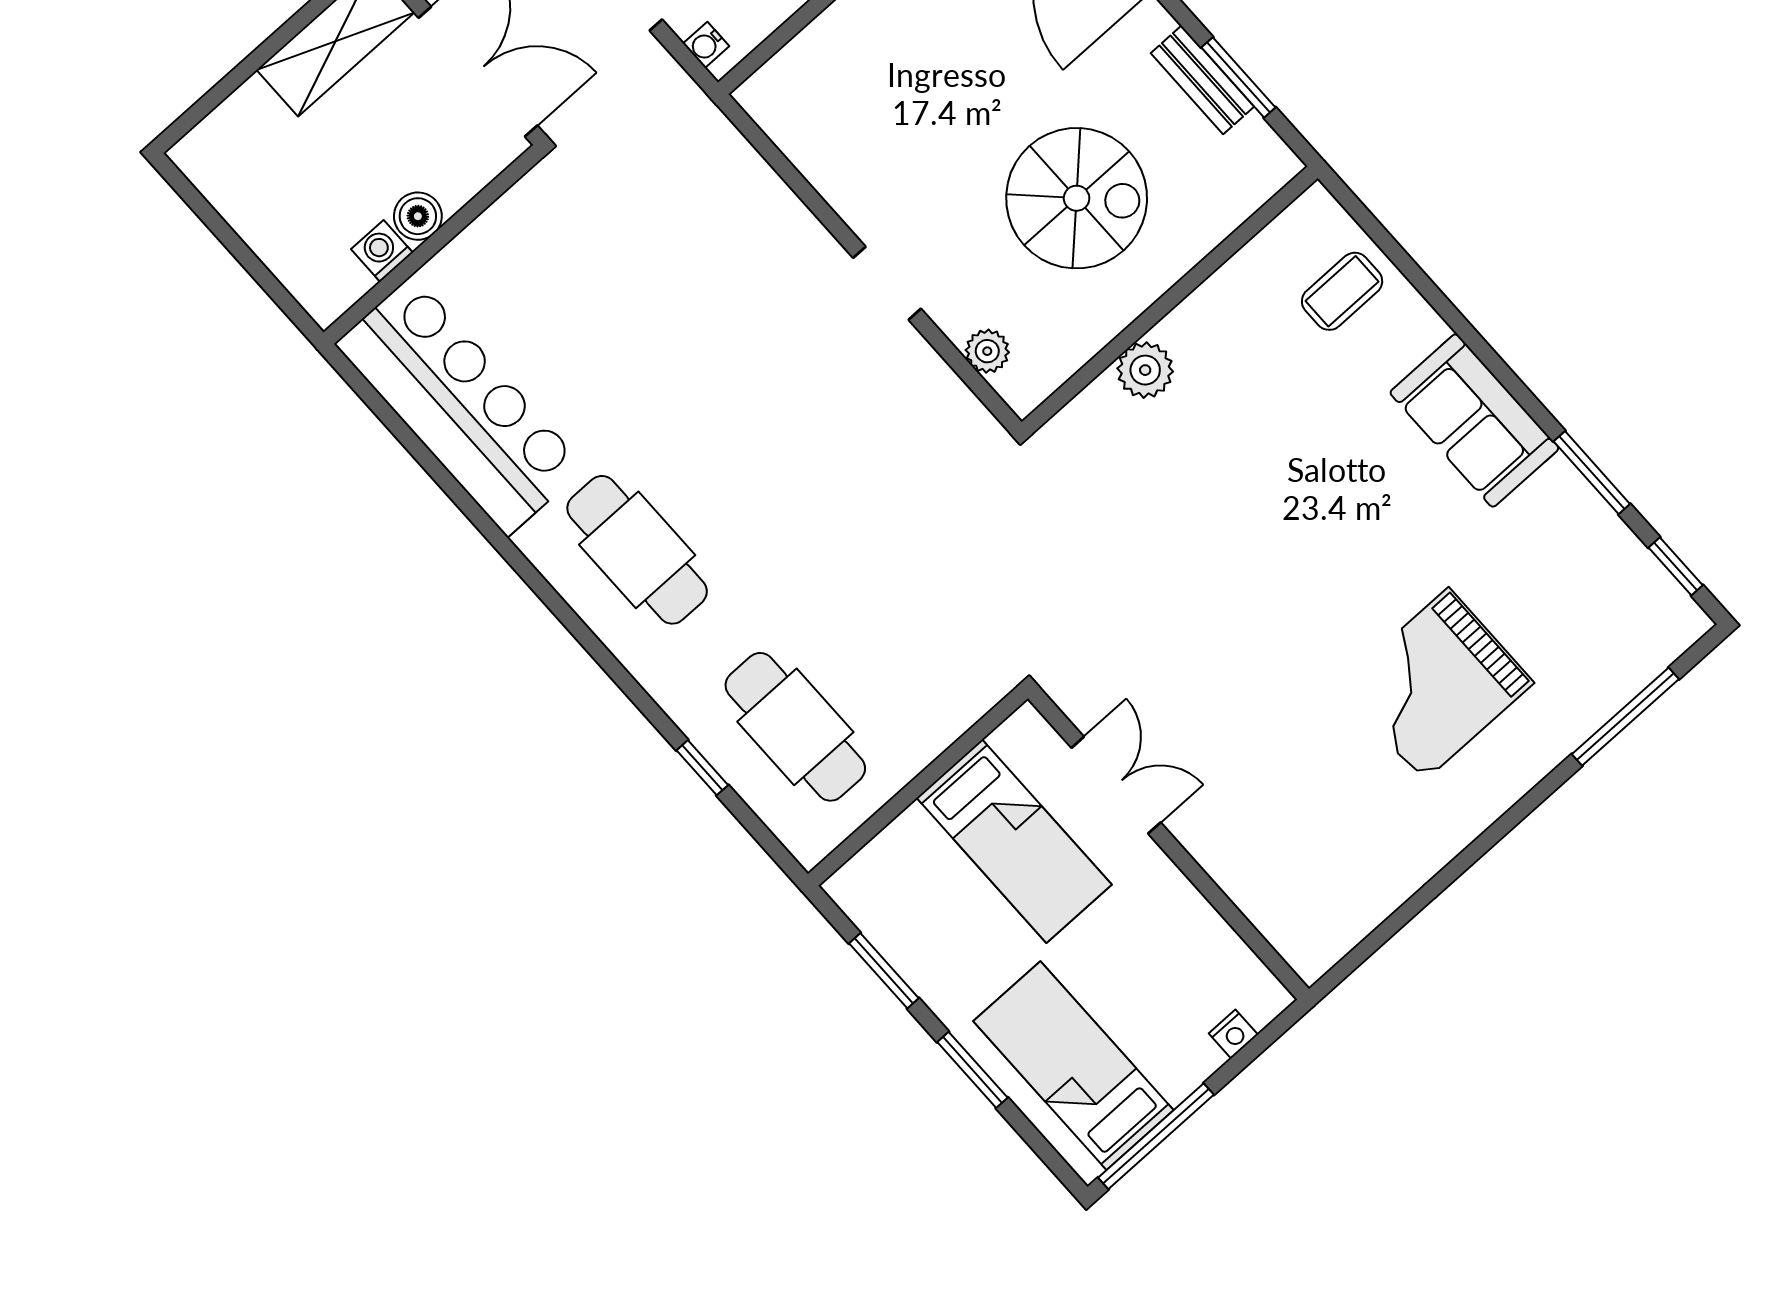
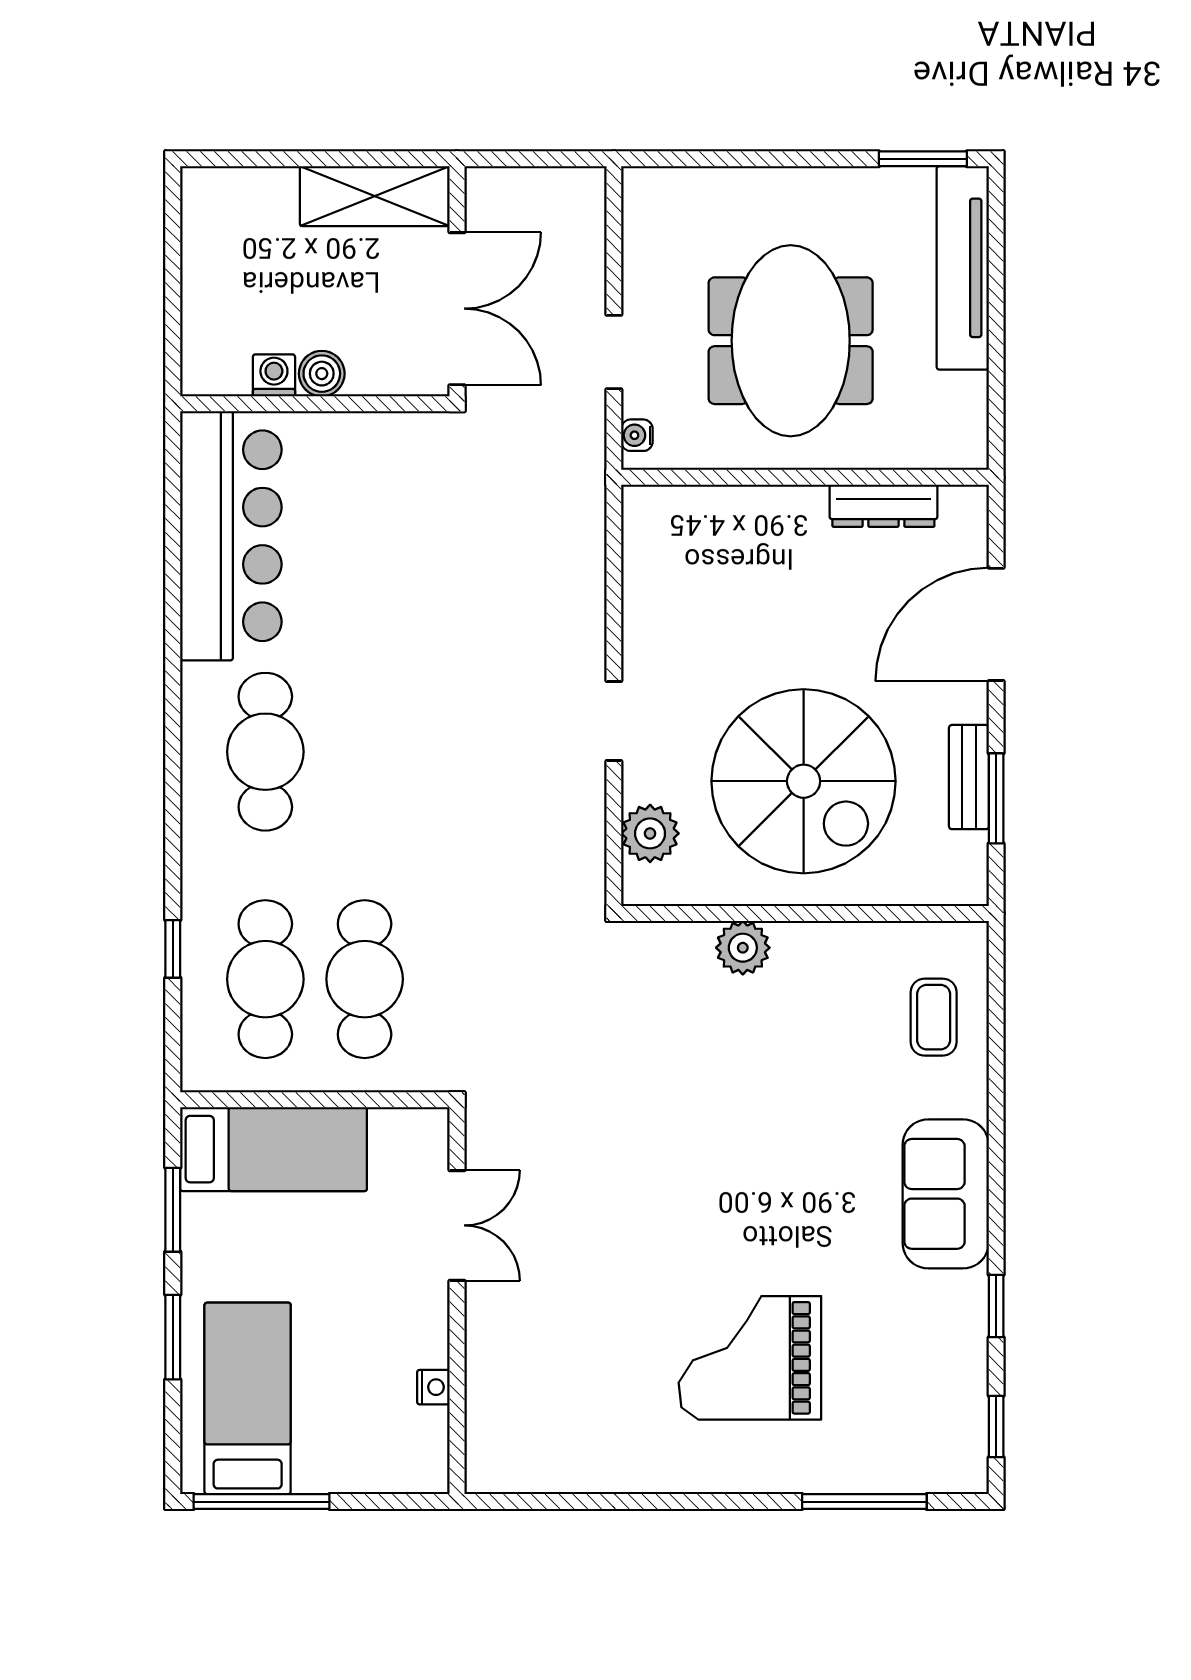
spiral stairs: (1077, 198) -> (804, 781), width x1.37, depth x1.37
coffee table: (1342, 291) -> (934, 1017), turned 90
plant: (987, 351) -> (650, 833), width x1.38, depth x1.38
window: (1592, 473) -> (996, 1306), width x0.67
cafe table: (873, 658) -> (365, 979), added
bed: (1014, 841) -> (274, 1149), moved, turned -90
nightstand: (1233, 1034) -> (433, 1387), moved, turned -90

